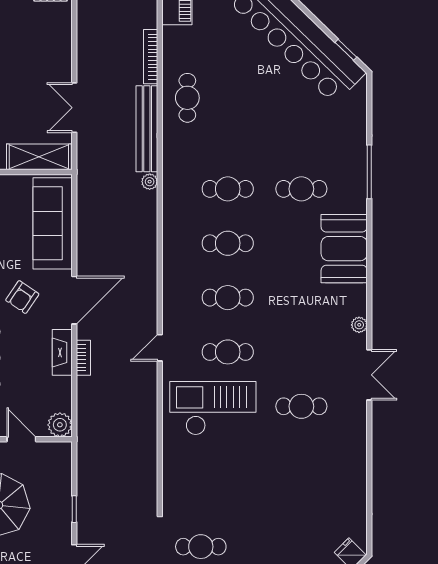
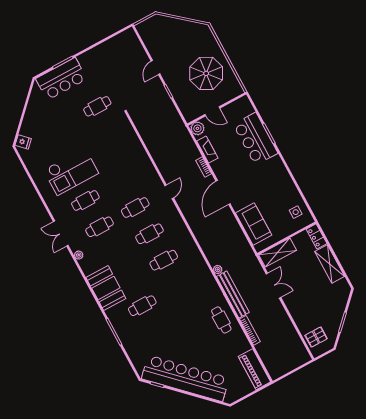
cafe table: (228, 189) -> (100, 227), moved
sofa: (53, 223) -> (254, 224), width x0.73
armchair: (22, 297) -> (249, 180), removed
fireplace: (62, 352) -> (207, 149), moved
checkout: (213, 408) -> (71, 172), moved

